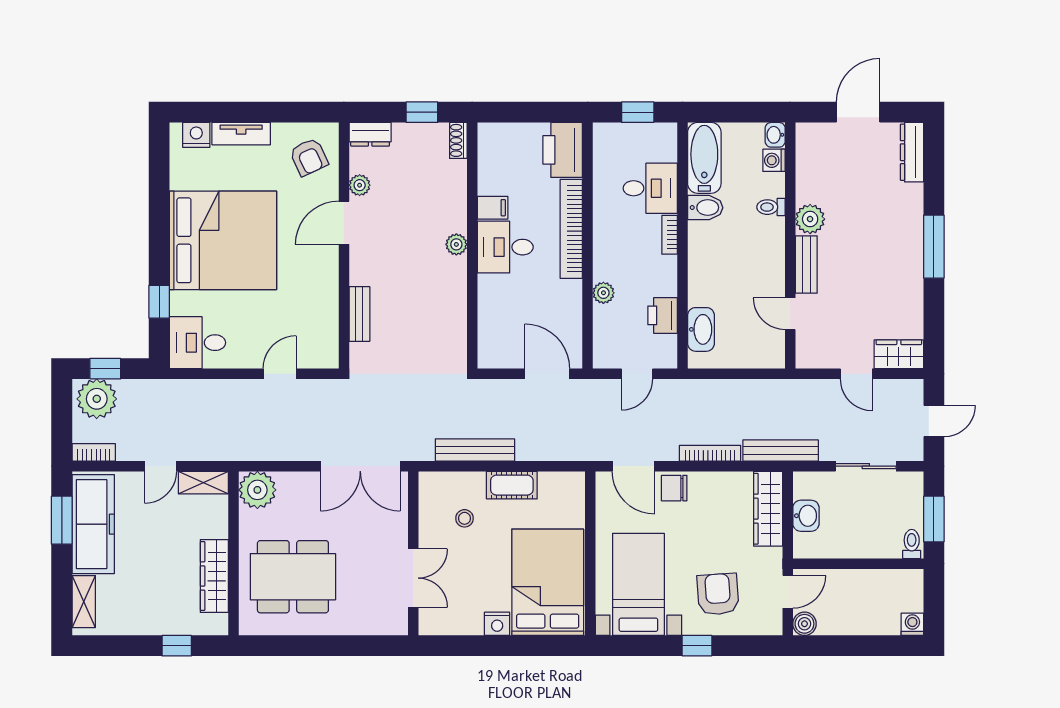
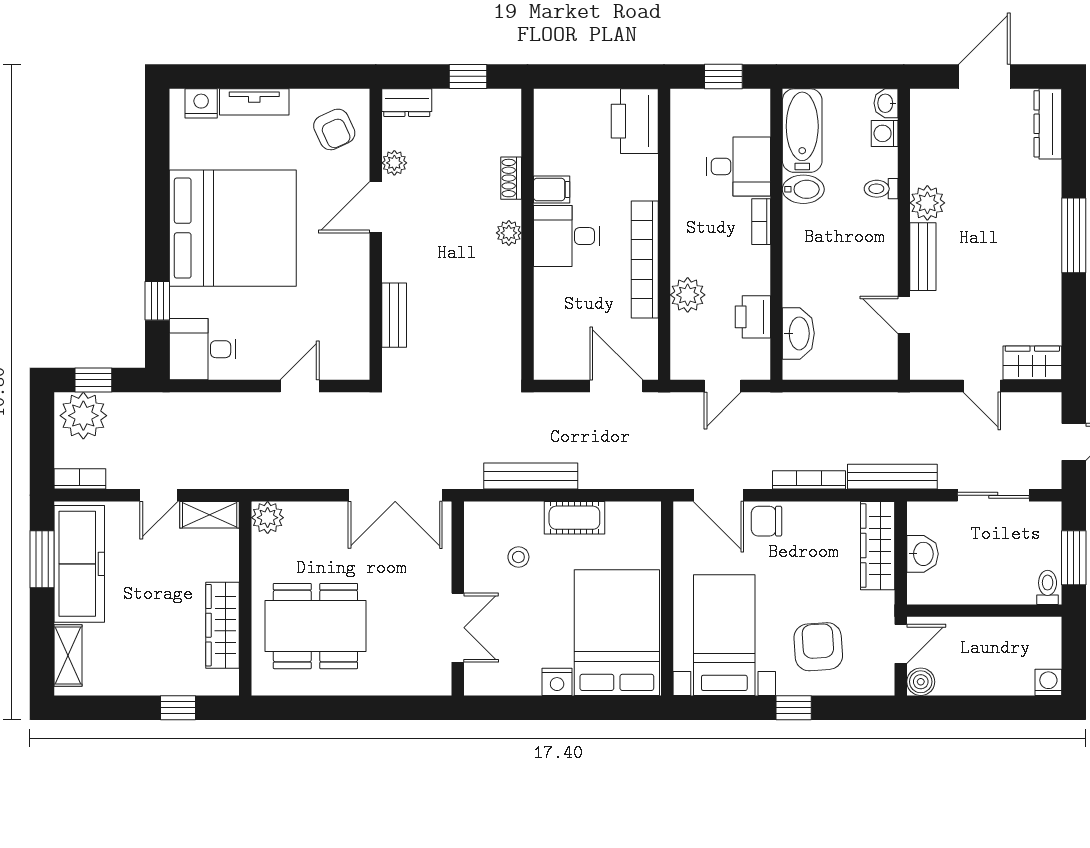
shoe rack: (458, 140) -> (511, 178), moved
bookcase: (571, 229) -> (645, 259), moved
plant: (603, 293) -> (688, 295), width x1.38, depth x1.38
plant: (257, 490) -> (268, 518), width x0.73, depth x0.73

